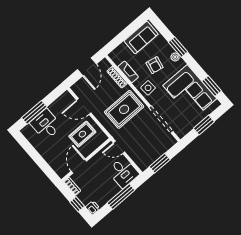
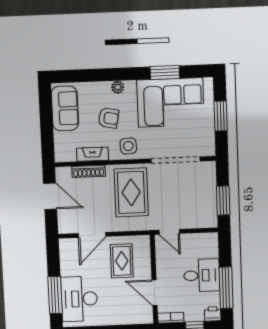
window: (178, 47) -> (109, 75), removed
window: (212, 86) -> (165, 72), moved
desk: (46, 125) -> (79, 299), width x1.37
door: (119, 147) -> (169, 232), hinge flipped
desk: (123, 172) -> (202, 275), moved
window: (121, 197) -> (226, 288), moved

